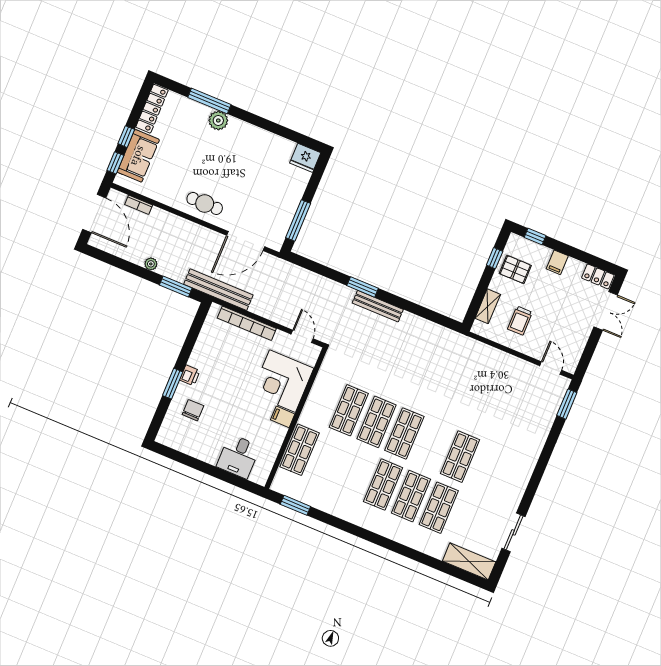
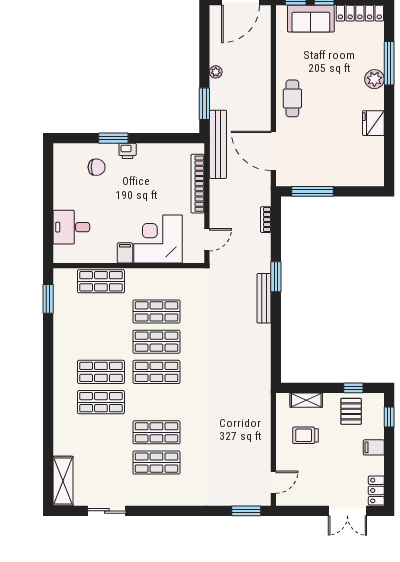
fridge: (305, 158) -> (373, 123), moved
bookcase: (139, 205) -> (266, 220), moved
shop shelf: (439, 508) -> (156, 463), moved

